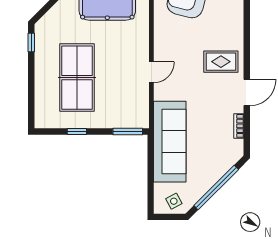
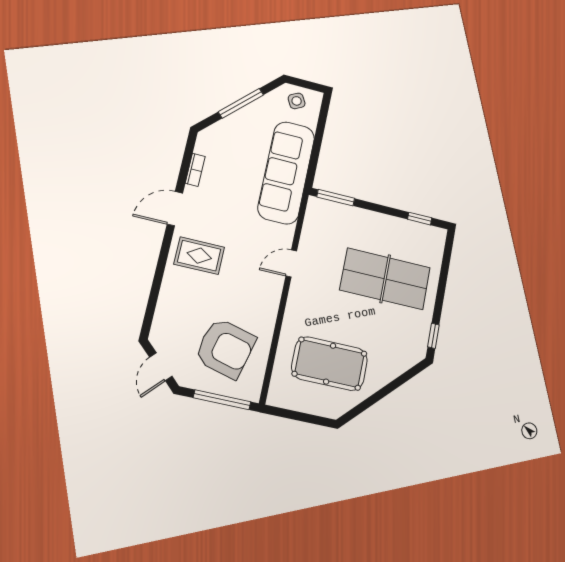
table tennis table: (77, 78) -> (385, 279), turned 90
window: (77, 132) -> (420, 219), moved
window: (216, 187) -> (241, 103), width x0.68

